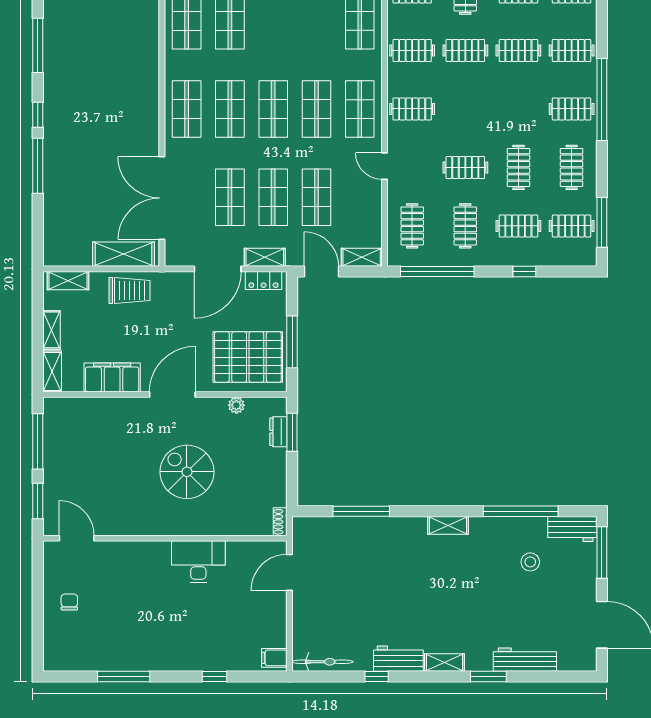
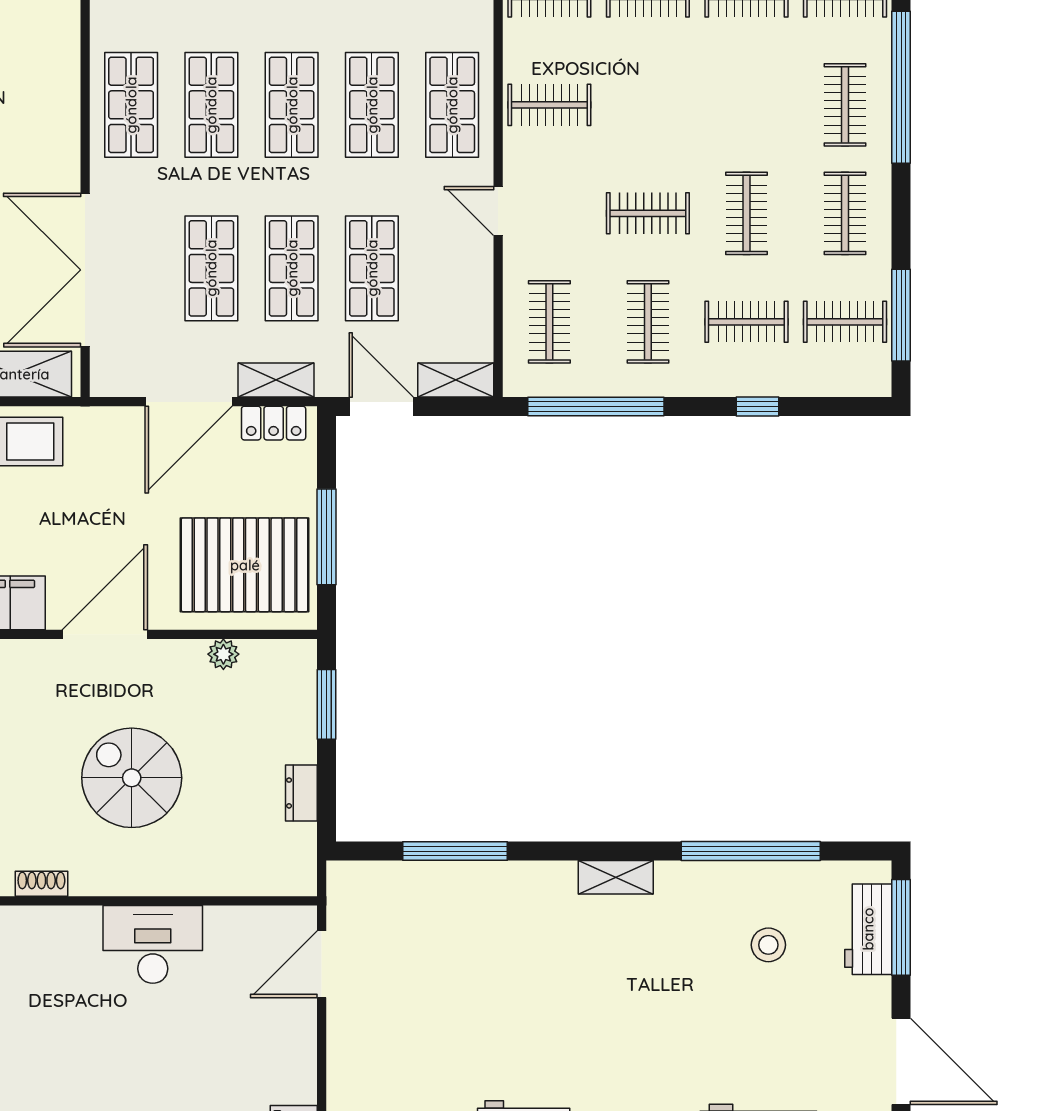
clothes rail: (572, 109) -> (845, 105), turned 90
dresser: (278, 432) -> (301, 793), moved
shoe rack: (280, 522) -> (41, 884), moved, turned 90
workbench: (572, 529) -> (868, 929), moved, turned 90

